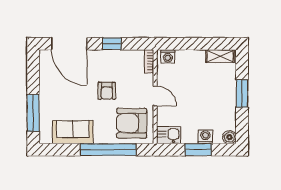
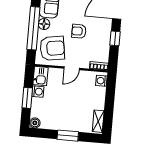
armchair: (132, 123) -> (52, 48), turned 81
floor lamp: (101, 136) -> (44, 24), added
washing machine: (205, 137) -> (38, 92), moved

